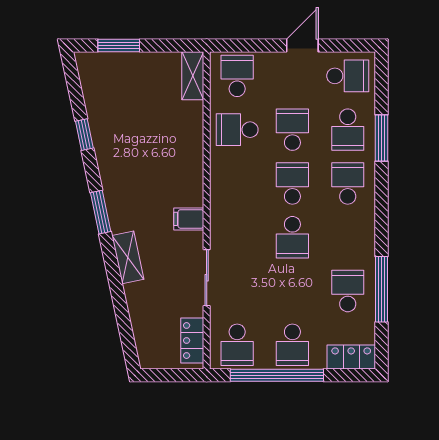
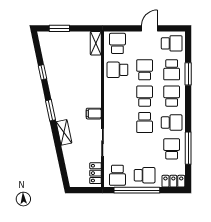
school desk: (348, 237) -> (172, 123), added
school desk: (292, 345) -> (145, 175), turned -90

